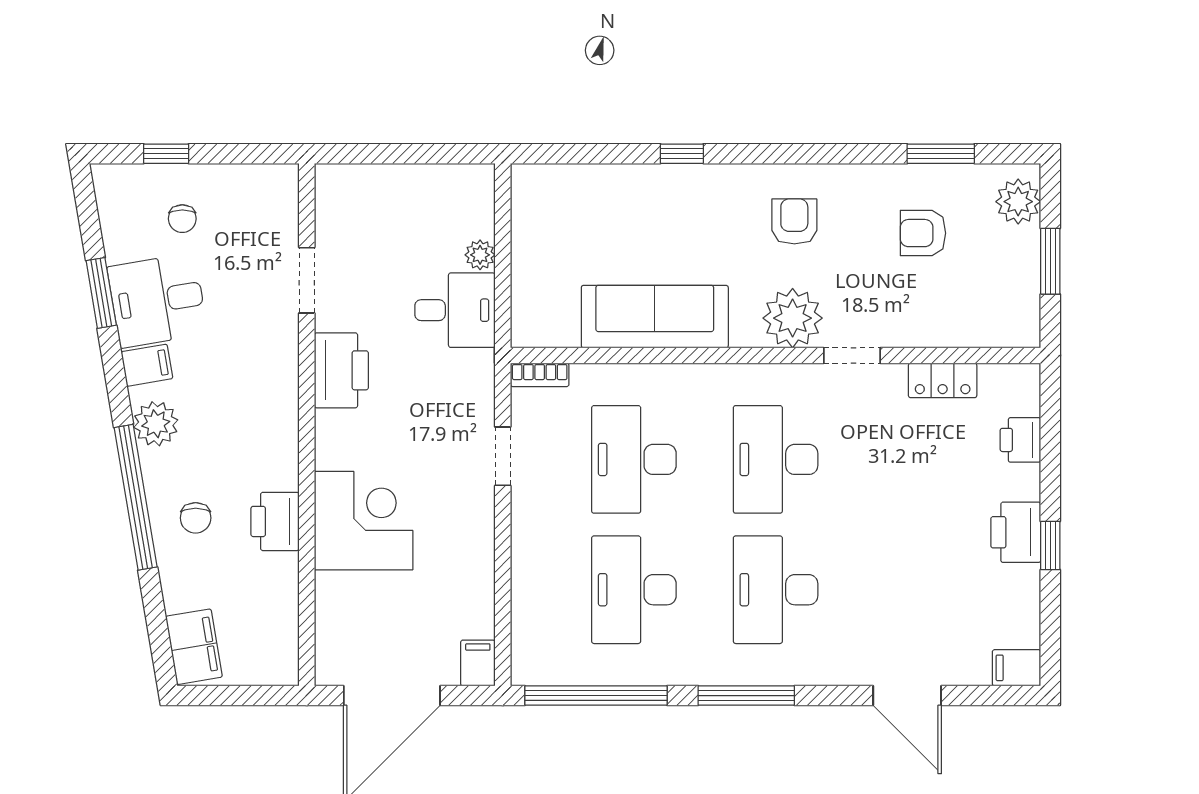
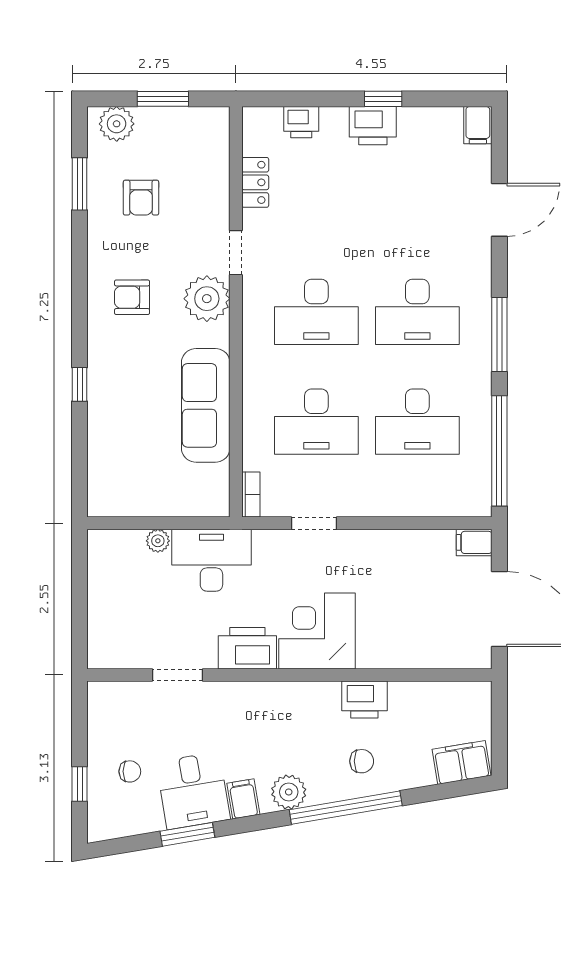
desk: (455, 310) -> (211, 560), width x1.37
corner desk: (364, 521) -> (317, 631), moved

